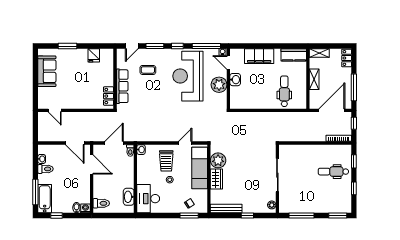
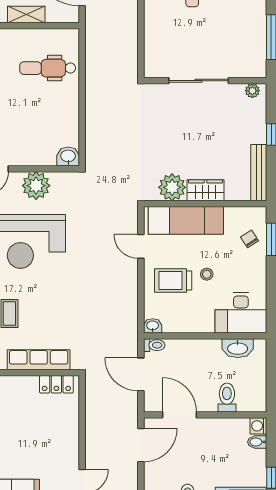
washbasin: (235, 80) -> (68, 156), moved
trolley: (166, 161) -> (173, 281), turned 180
door: (92, 164) -> (179, 415), hinge flipped
toilet: (101, 203) -> (227, 397), moved

